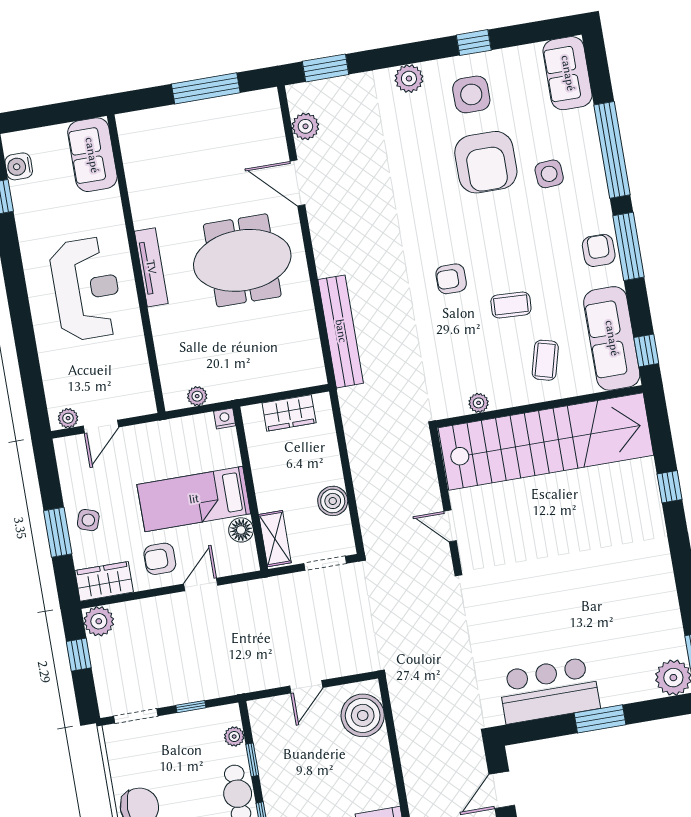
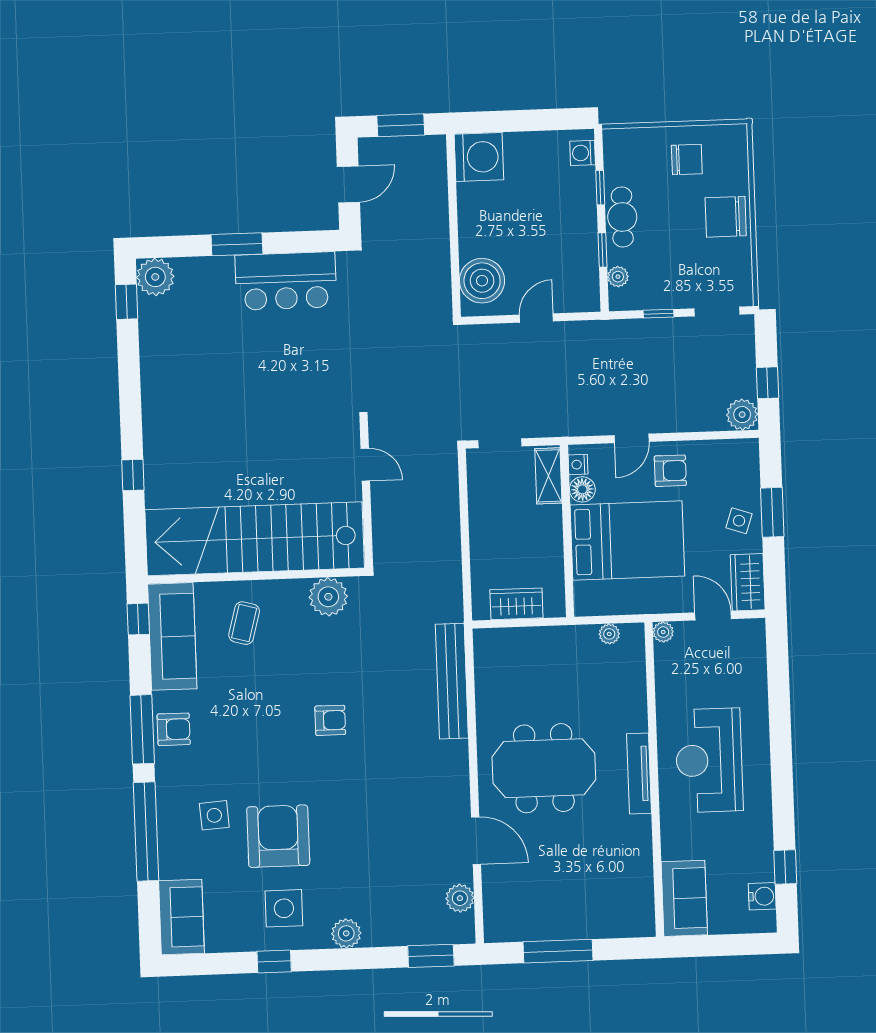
armchair: (599, 250) -> (174, 729), turned -90
coffee table: (511, 305) -> (272, 685), removed
plant: (479, 403) -> (328, 597), width x1.88, depth x1.88
plant: (68, 418) -> (663, 632), moved
nightstand: (225, 418) -> (578, 465), moved, turned 90
door: (101, 427) -> (713, 616), hinge flipped
bed: (194, 499) -> (627, 540), width x1.50
boiler: (333, 501) -> (483, 507), removed
wardrobe: (104, 581) -> (748, 582), moved, turned 90

